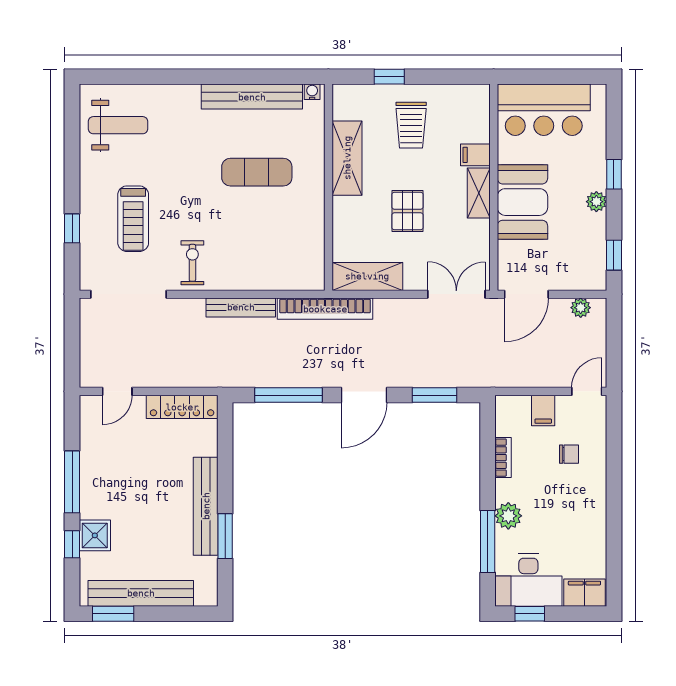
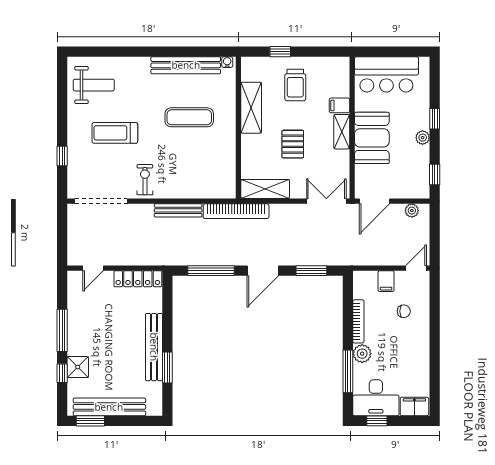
treadmill: (133, 219) -> (115, 133), moved, turned 90
bookcase: (503, 458) -> (358, 321), width x1.56

